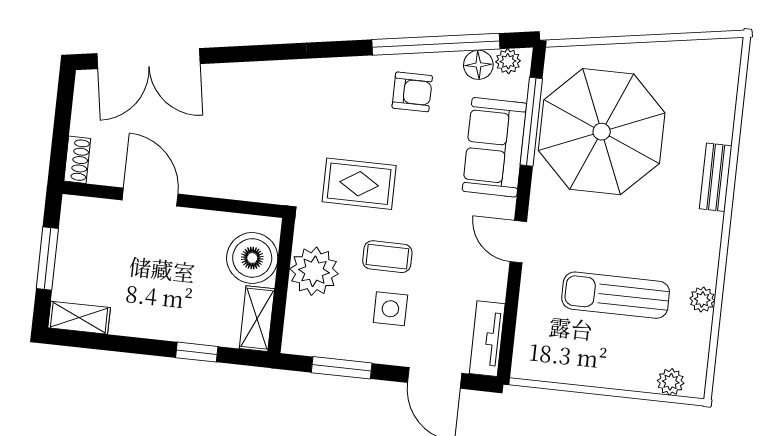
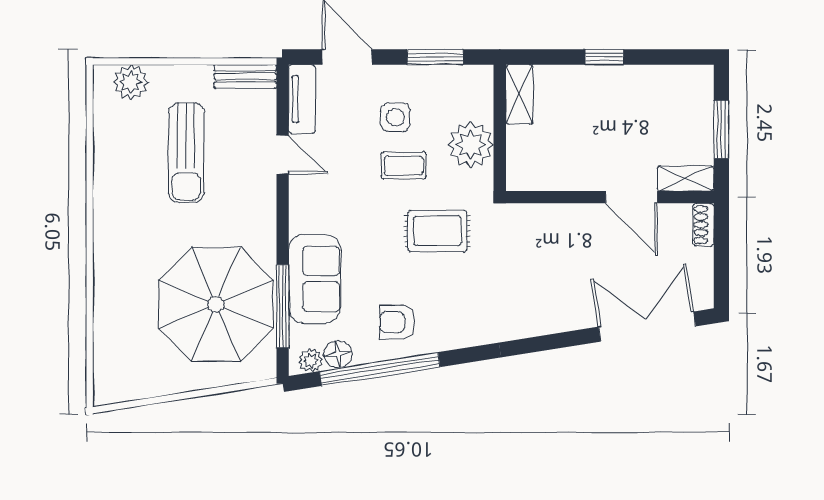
bench: (716, 177) -> (245, 76), moved, turned 90
door: (518, 242) -> (283, 155), moved
boiler: (252, 258) -> (530, 151), removed
sun lounger: (616, 295) -> (186, 153), turned 90
plant: (702, 300) -> (105, 157), removed
shelving: (79, 318) -> (686, 178), moved
window: (197, 352) -> (604, 57), moved
plant: (671, 382) -> (131, 82), width x1.38, depth x1.38

